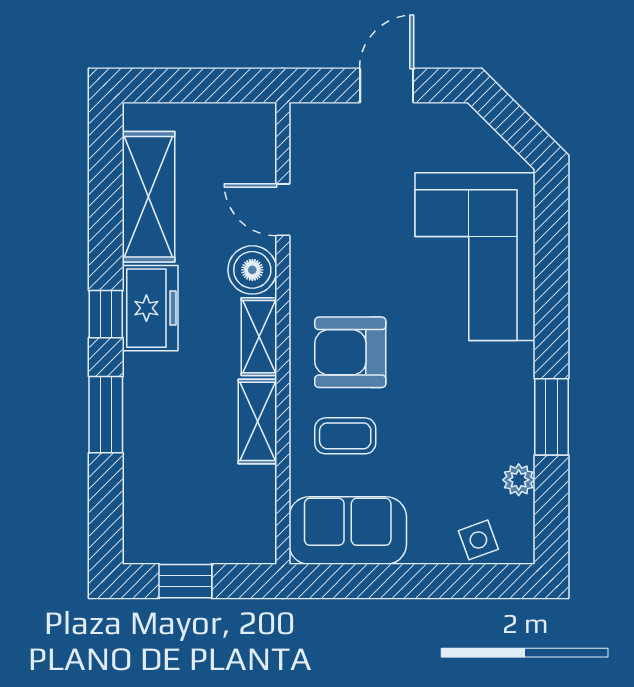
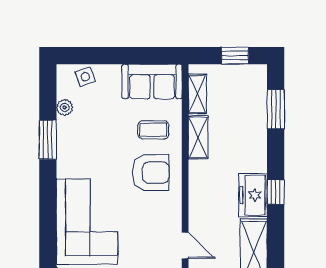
boiler: (252, 270) -> (201, 215), removed
shelving: (259, 337) -> (197, 94), moved
window: (106, 415) -> (276, 109), moved

